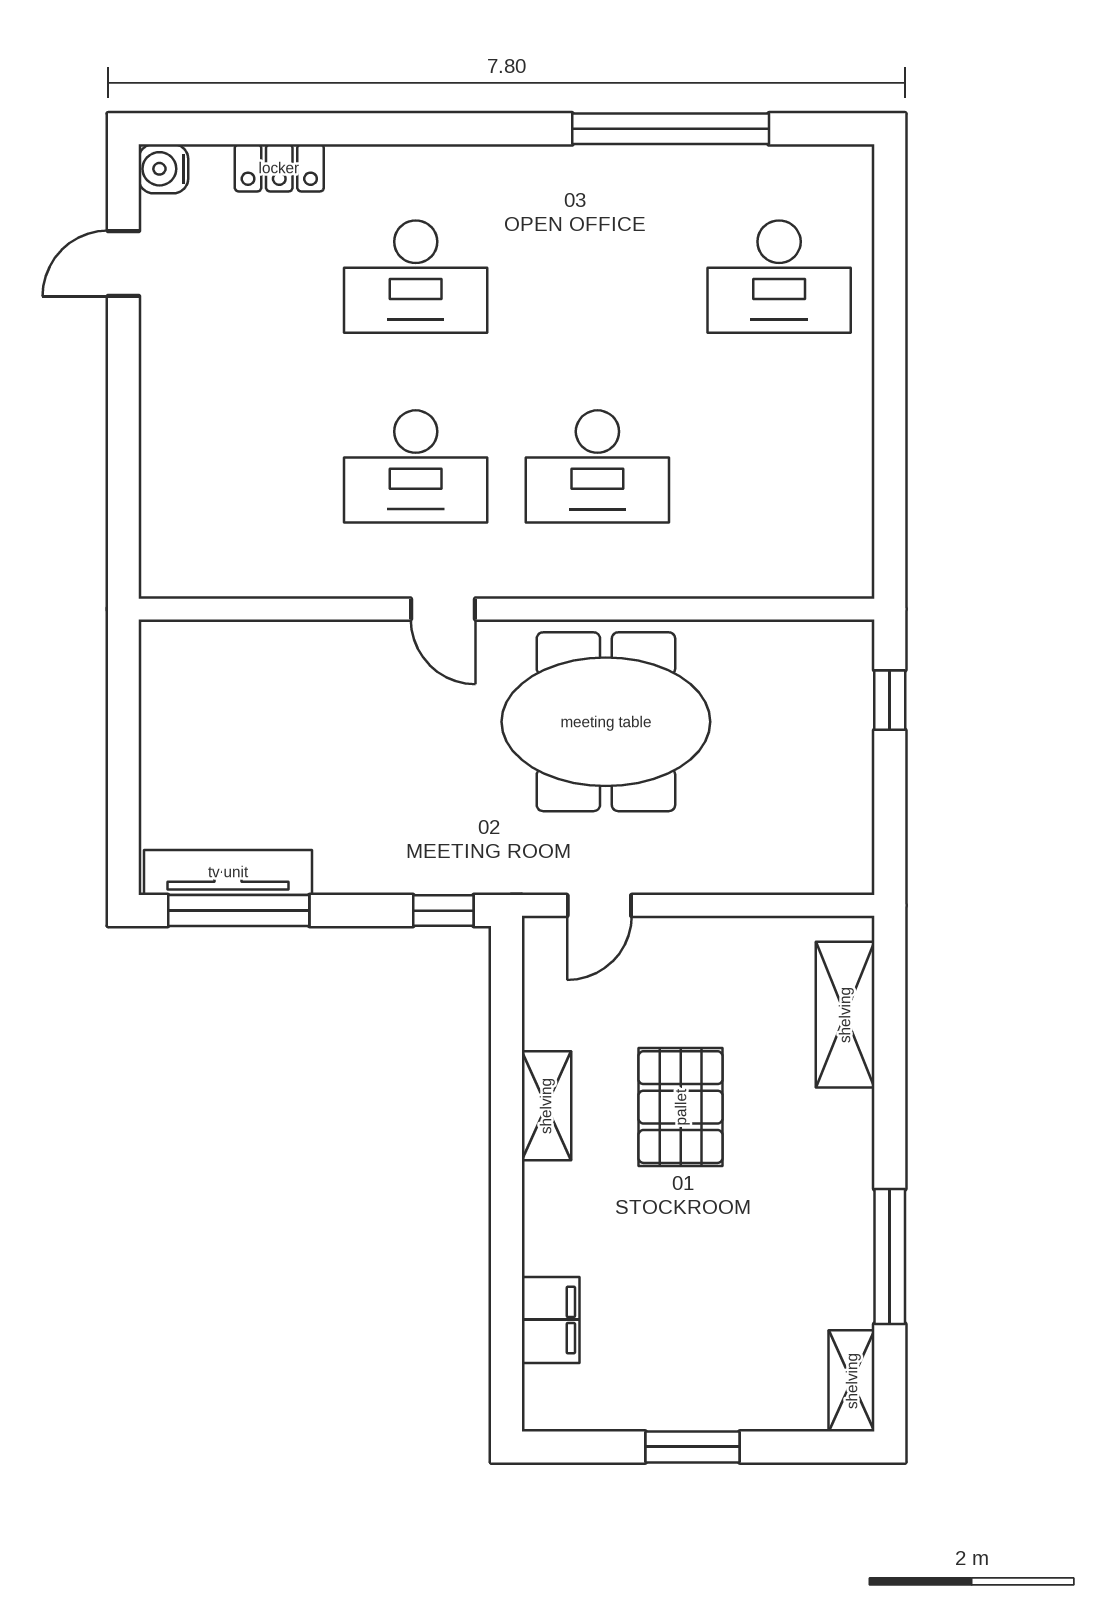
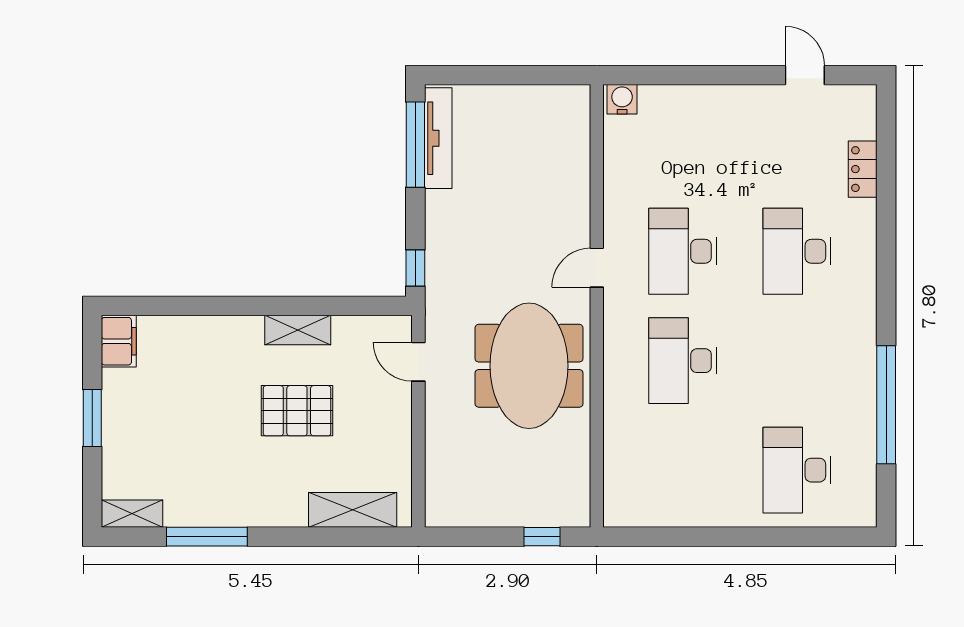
water cooler: (163, 169) -> (622, 99), moved
filing cabinet: (551, 1320) -> (119, 341), moved, turned -90

